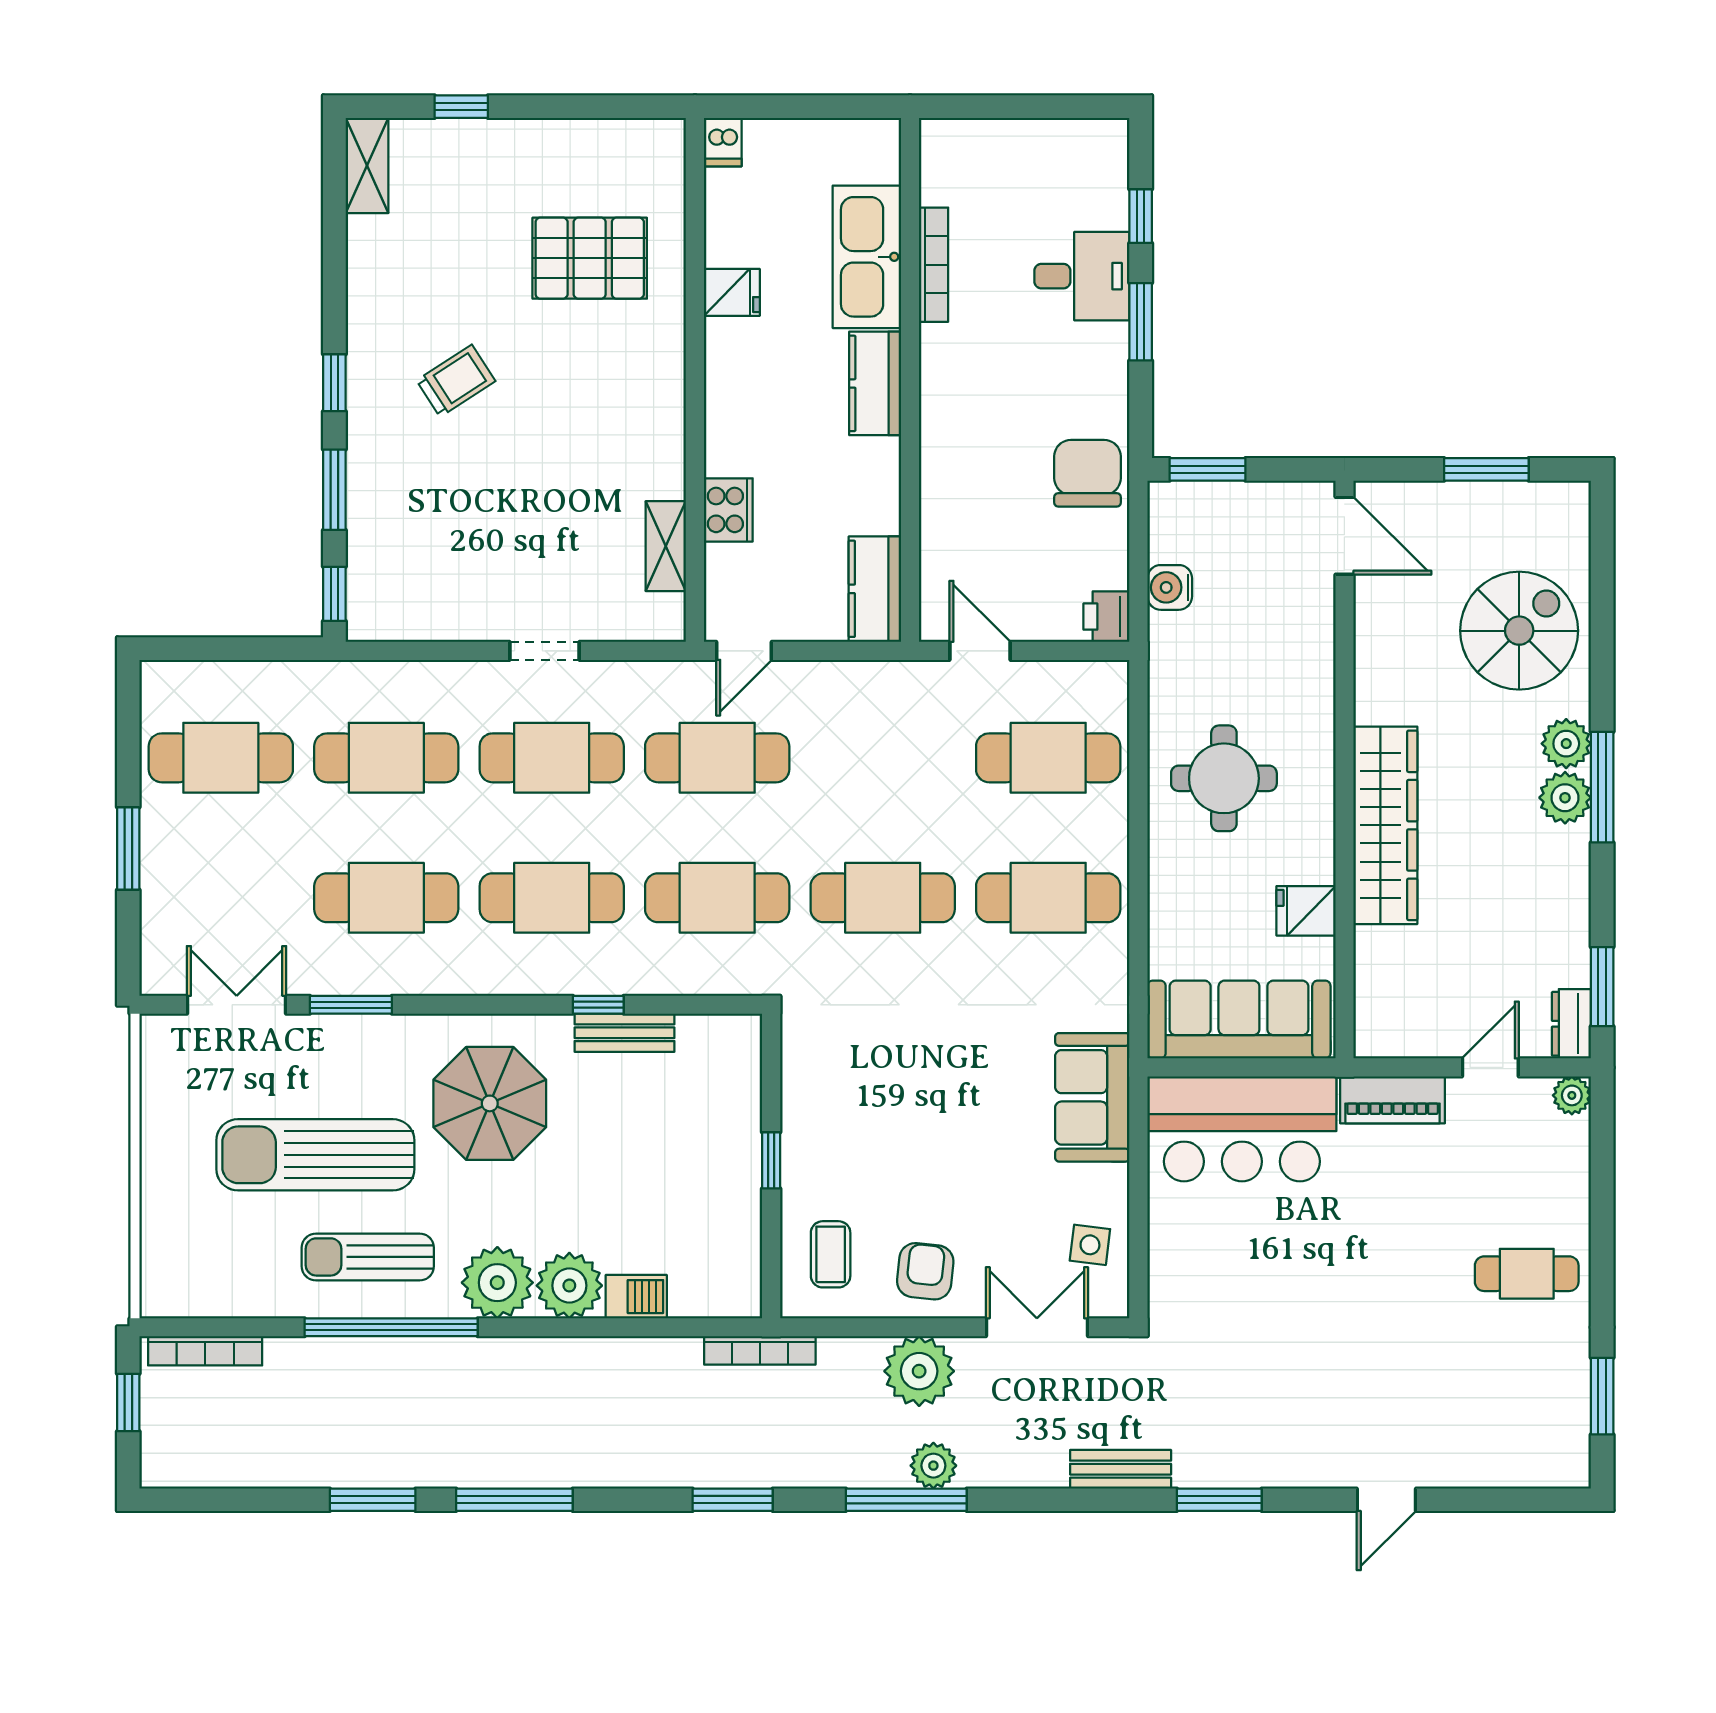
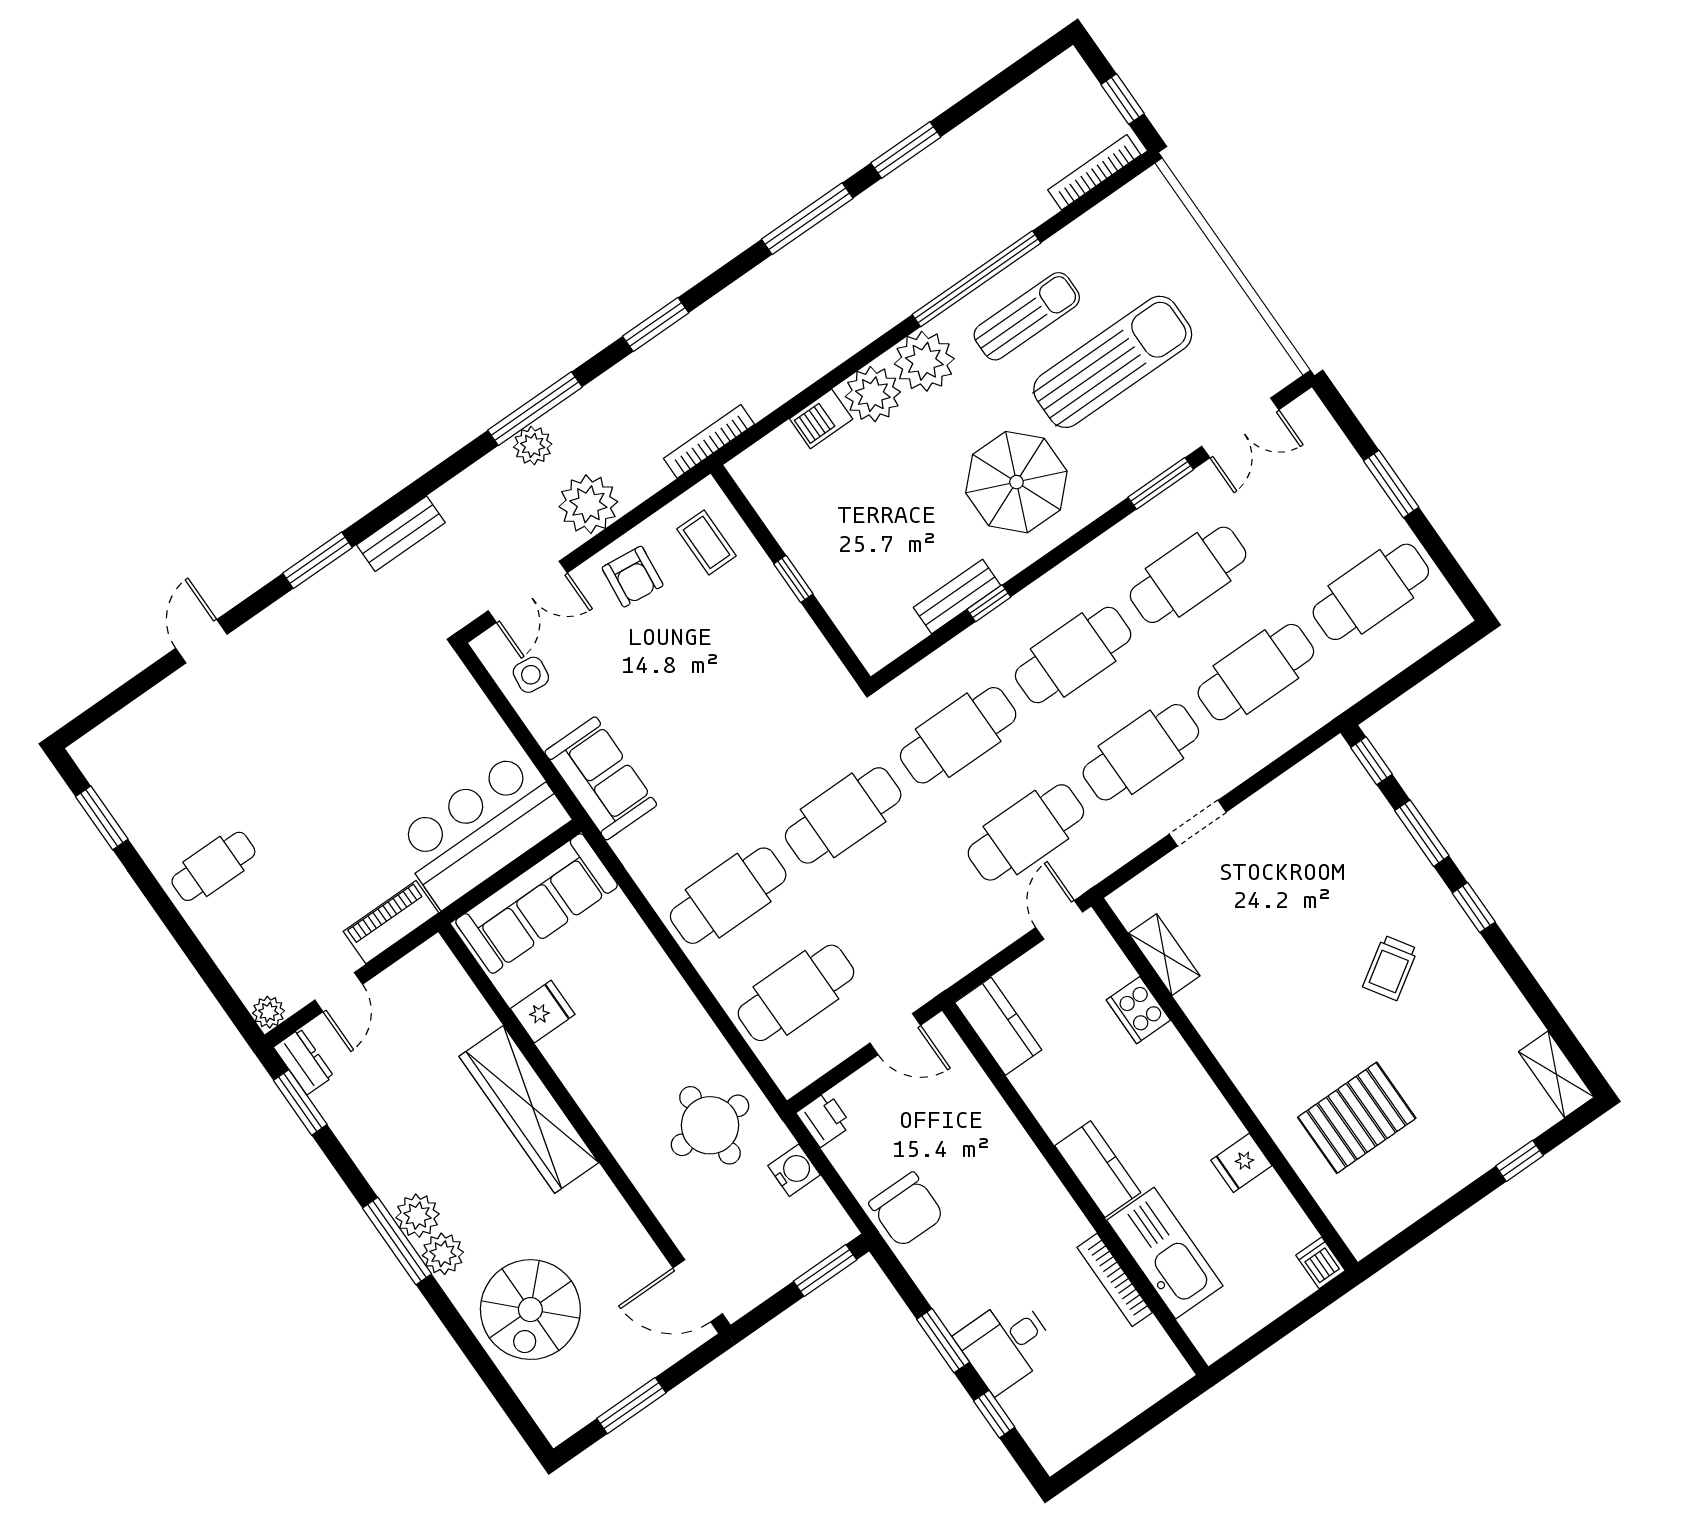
round table: (1224, 778) -> (710, 1125), moved

